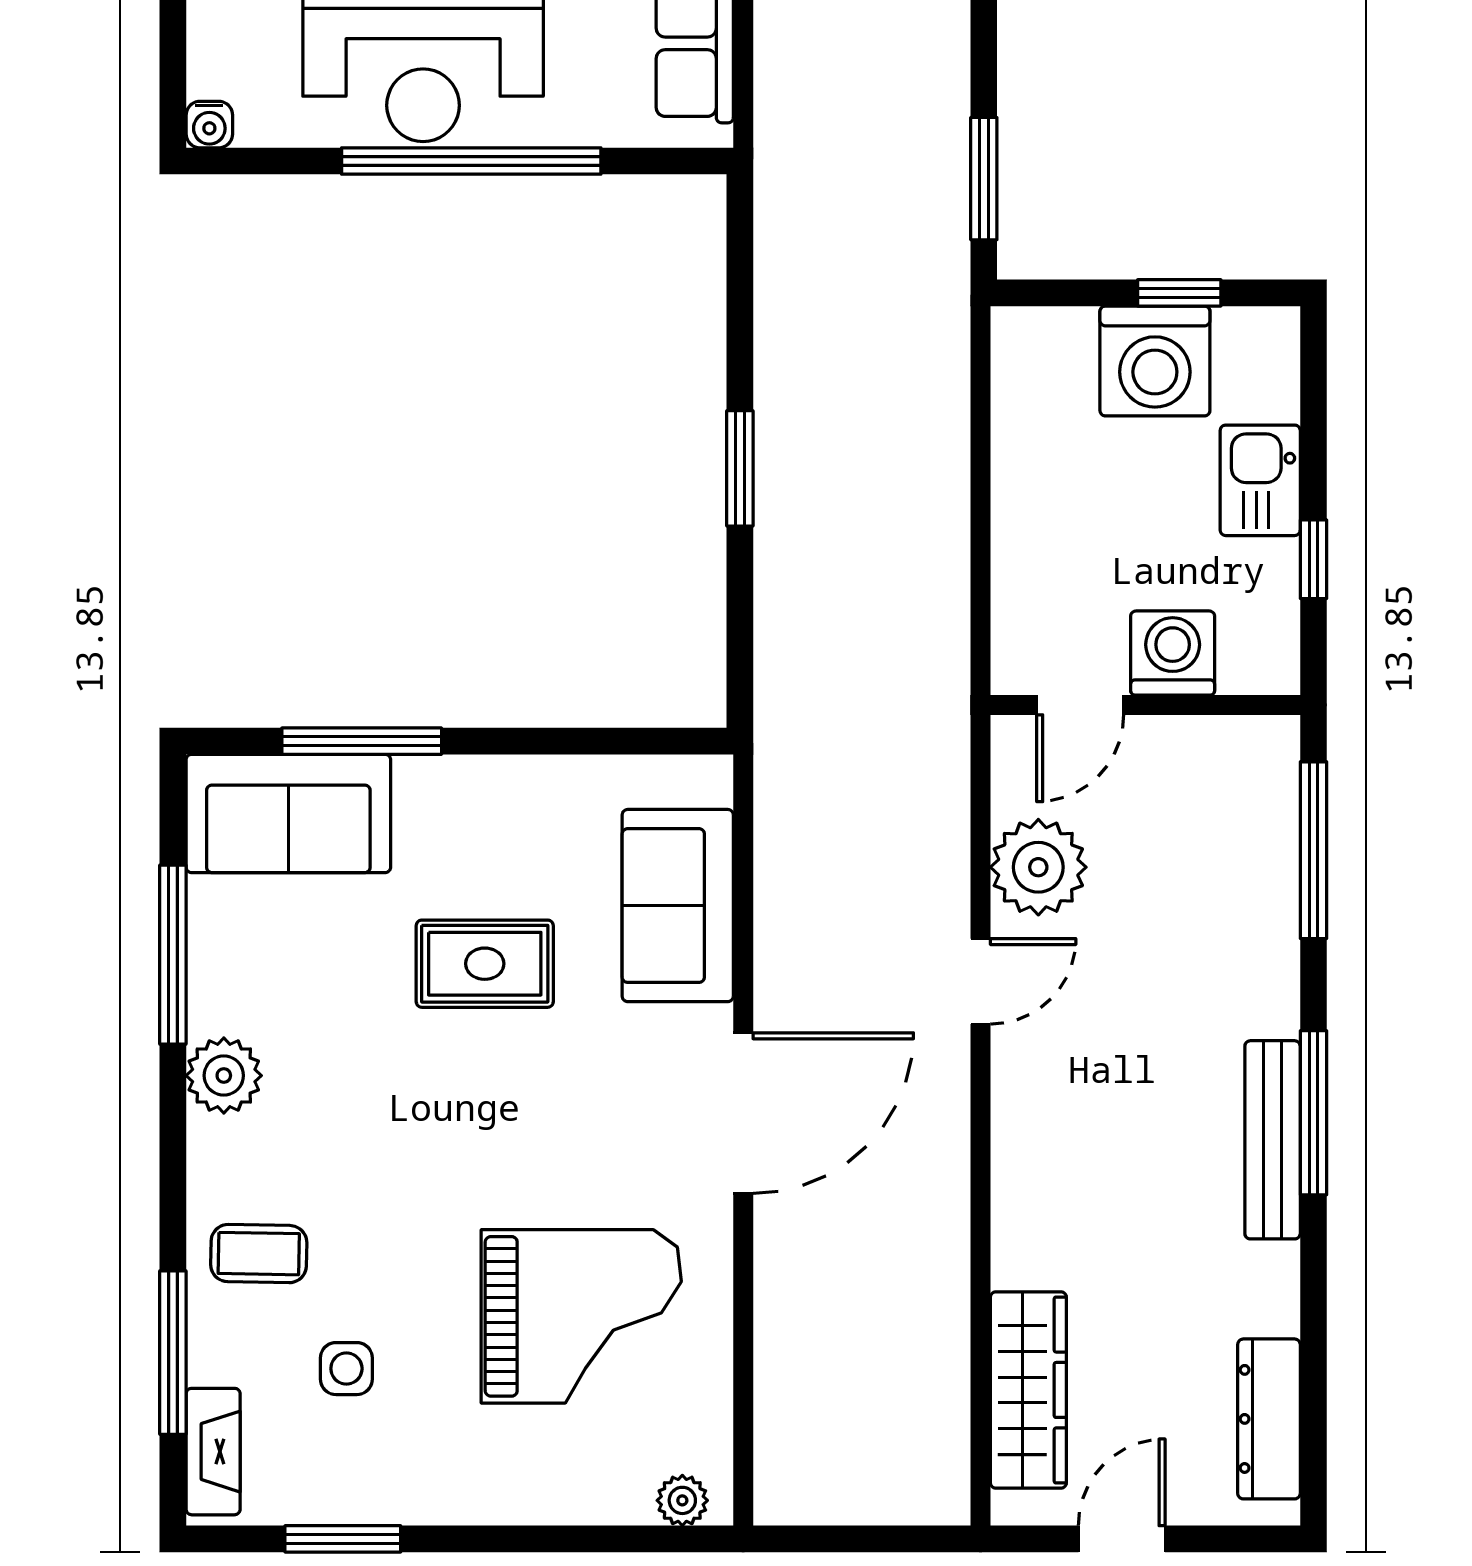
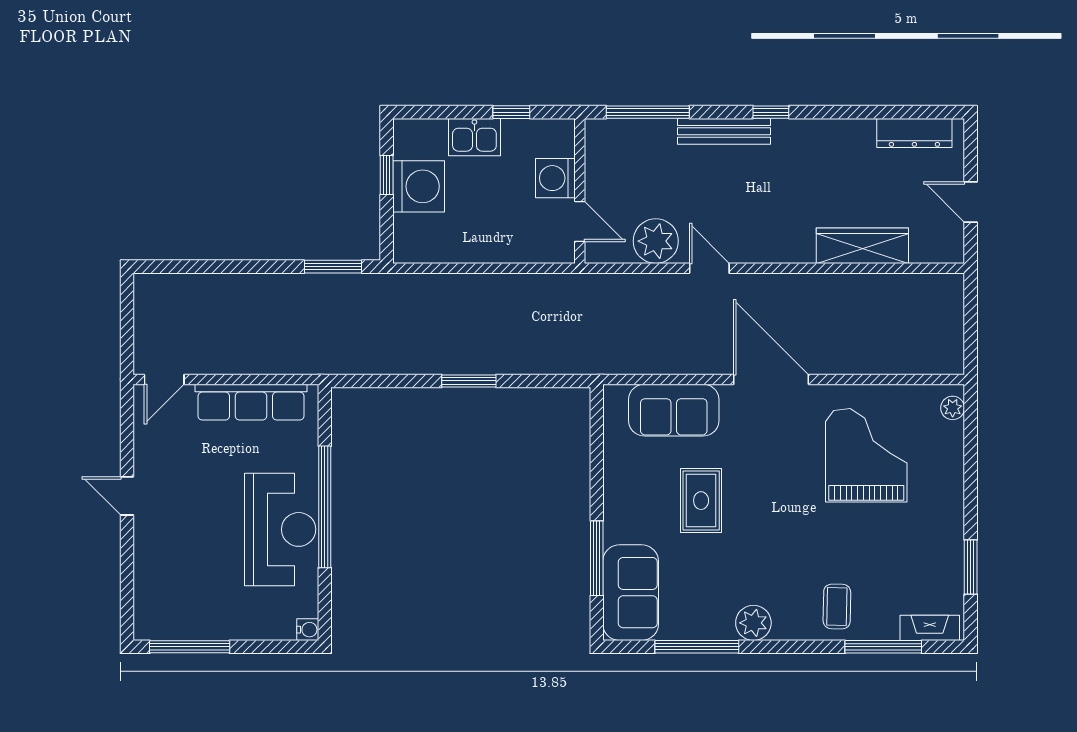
window: (1313, 1113) -> (771, 112), width x0.46
bench: (1273, 1140) -> (724, 131), moved
side table: (346, 1369) -> (891, 565), removed
wardrobe: (1028, 1390) -> (862, 246), moved

